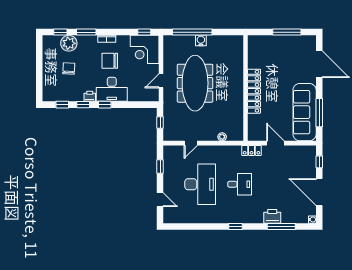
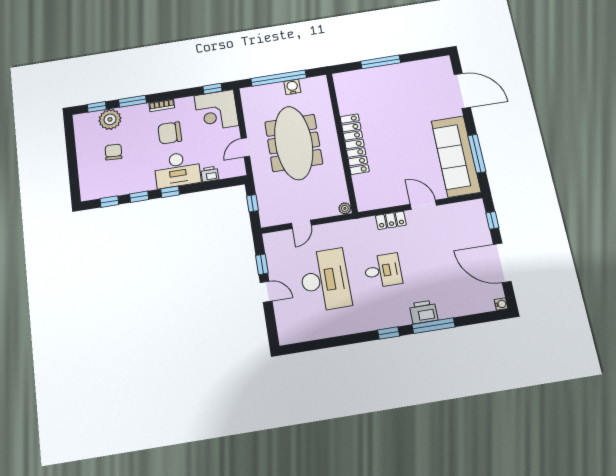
window: (287, 32) -> (381, 62), moved
wall: (245, 88) -> (342, 142), moved
locker: (254, 91) -> (355, 144), moved
printer: (90, 96) -> (210, 174), moved
door: (160, 200) -> (266, 292), moved
printer: (272, 216) -> (423, 312), moved
window: (281, 226) -> (433, 326), moved

